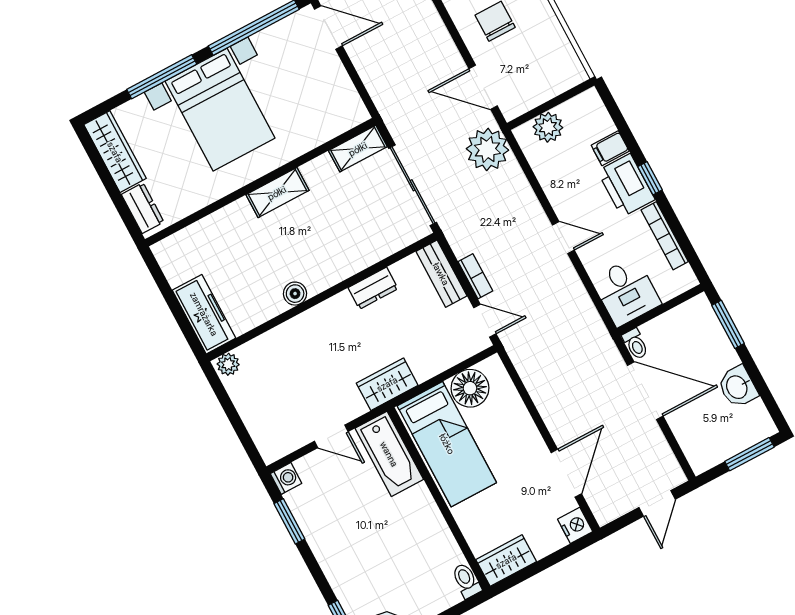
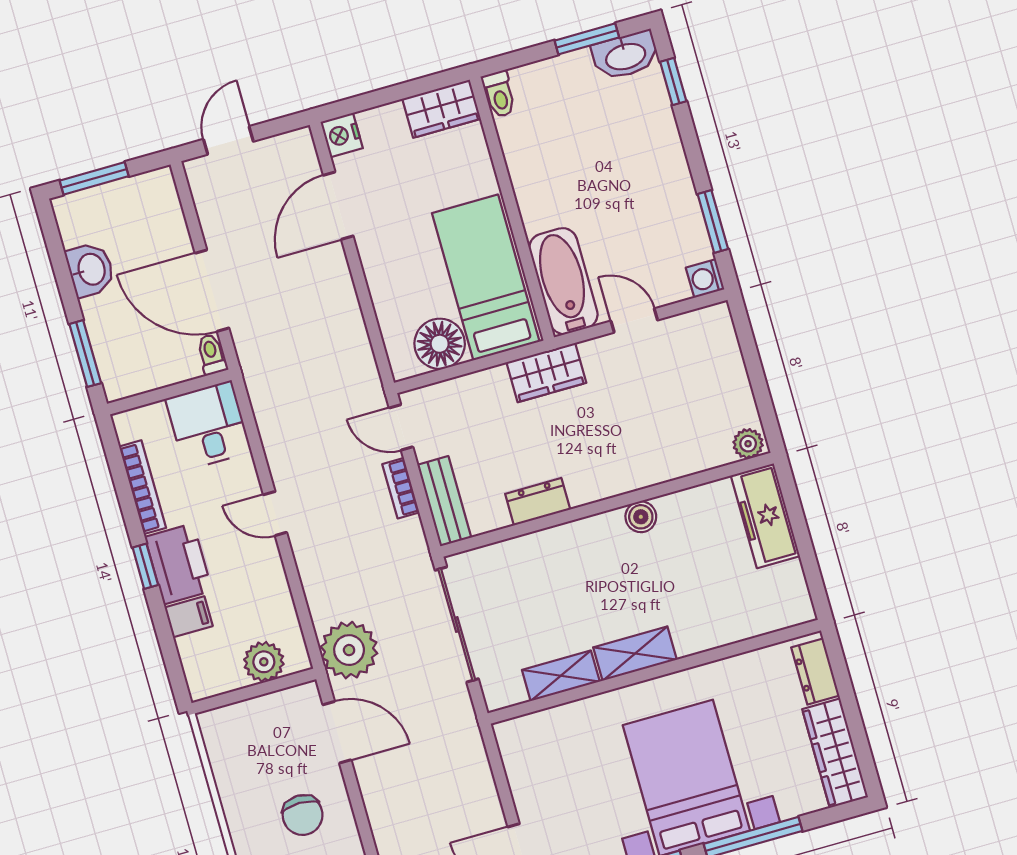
shelving: (358, 149) -> (561, 676), moved

